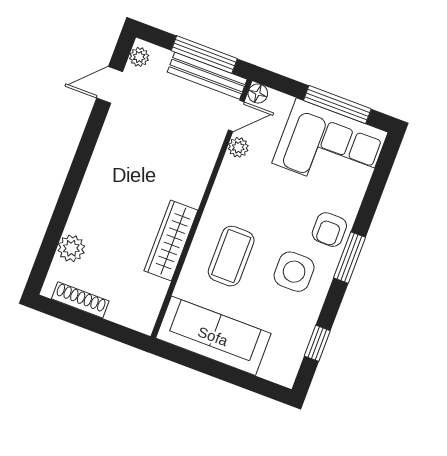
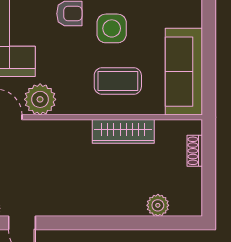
plant: (238, 147) -> (40, 99), width x1.88, depth x1.88
shoe rack: (80, 300) -> (195, 151), moved, width x0.70

